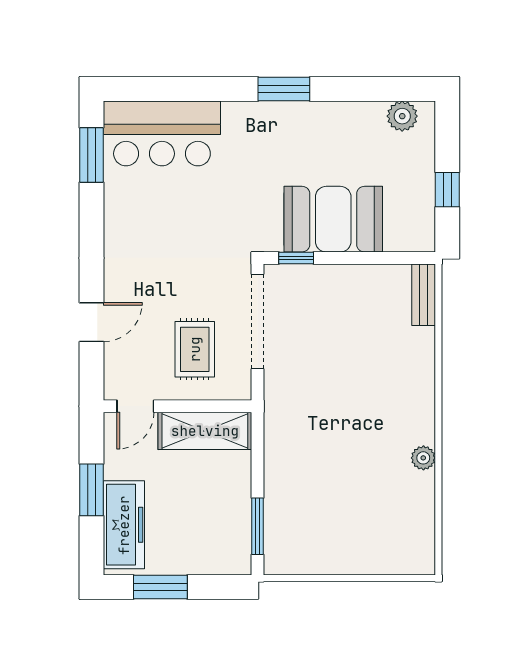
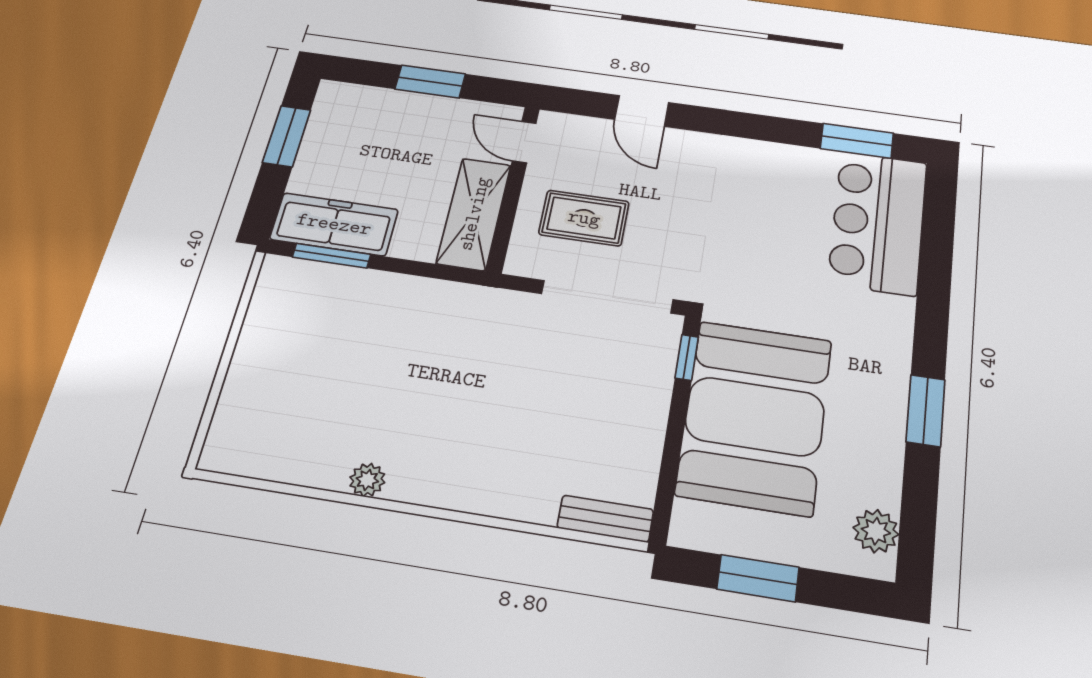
window: (284, 89) -> (926, 411), moved
window: (447, 190) -> (758, 578), width x1.50
booth: (333, 219) -> (755, 416), width x1.36, depth x1.42
freezer: (124, 525) -> (334, 224), moved, turned 180

